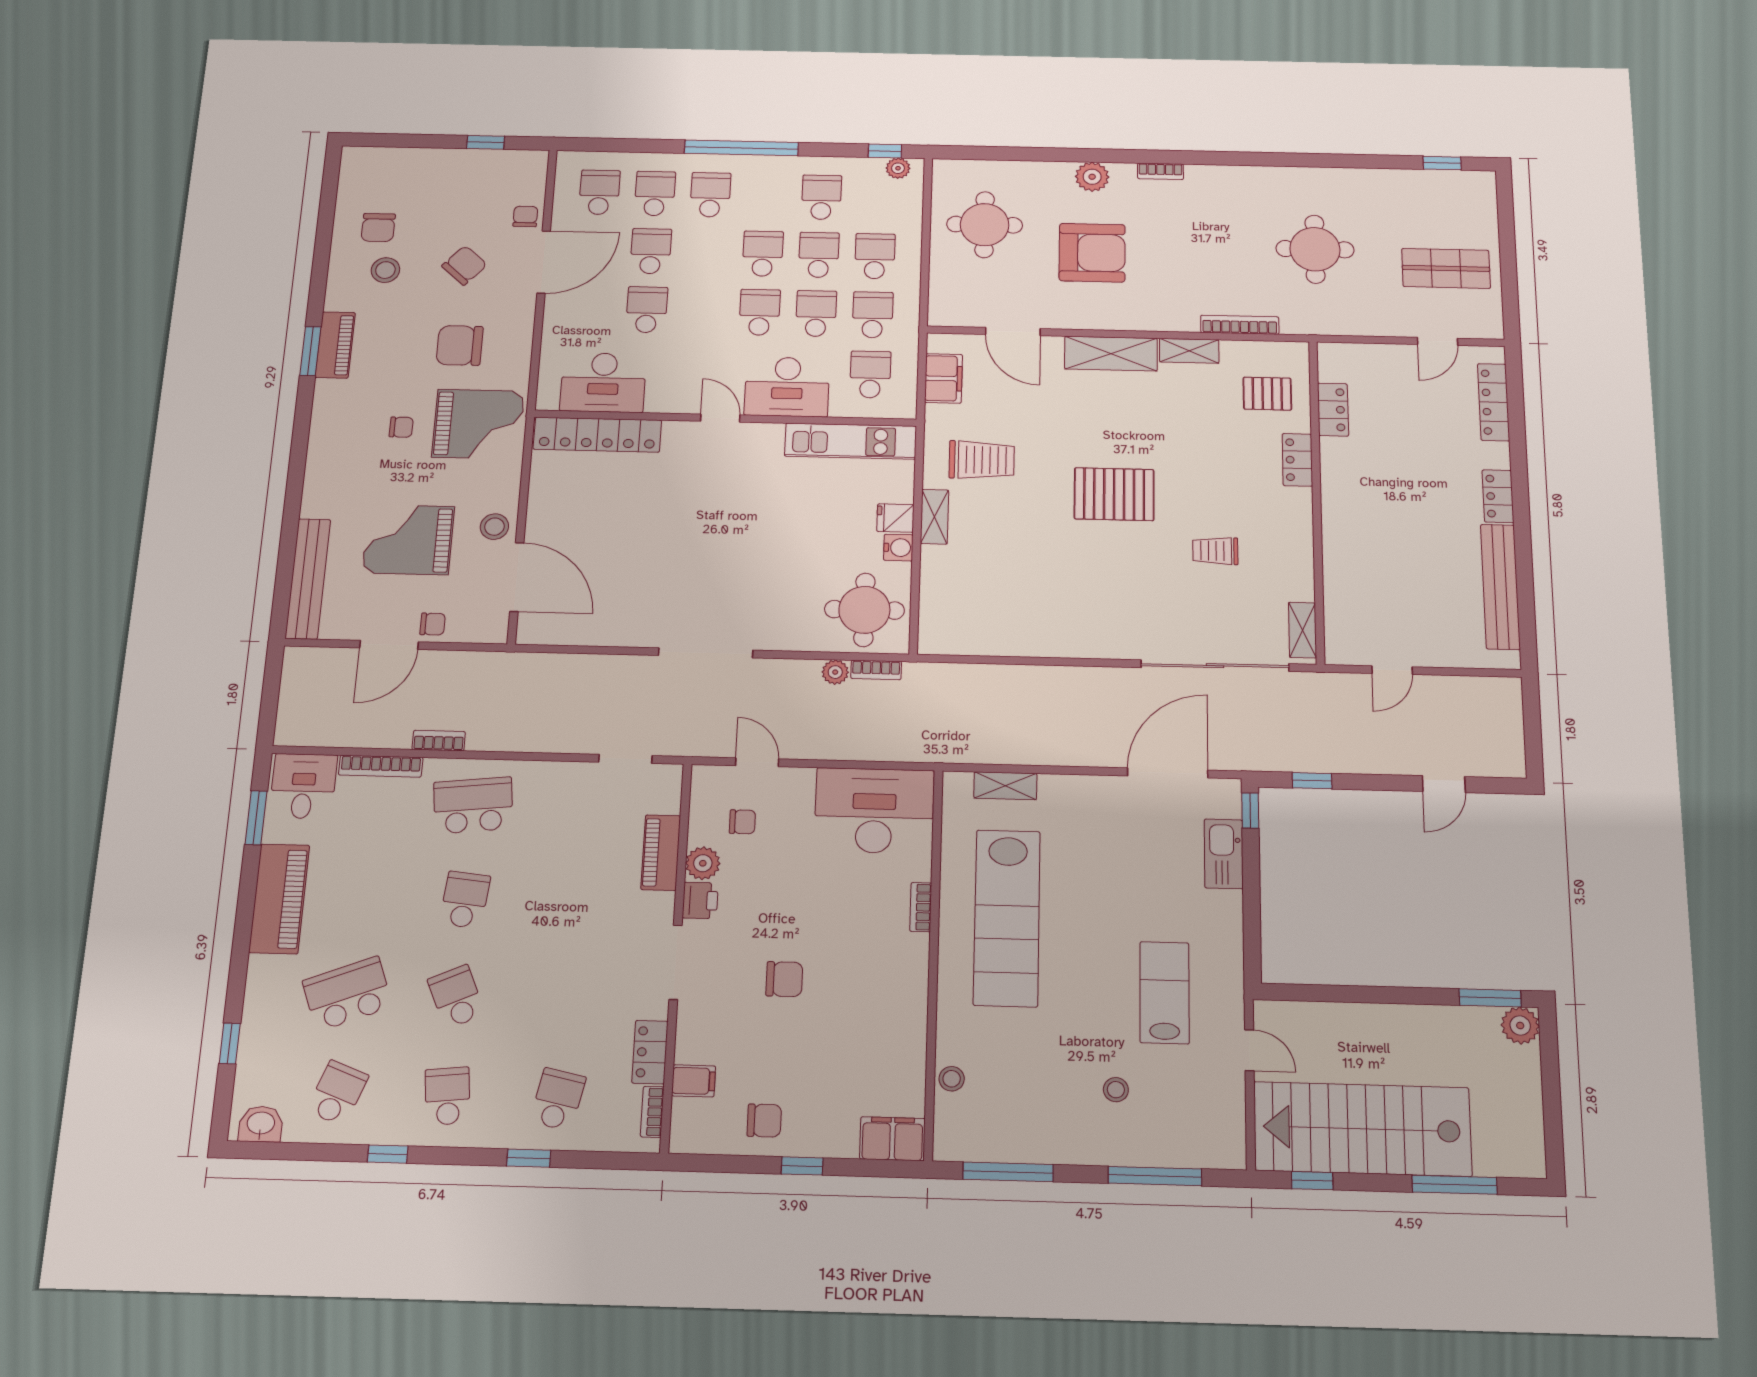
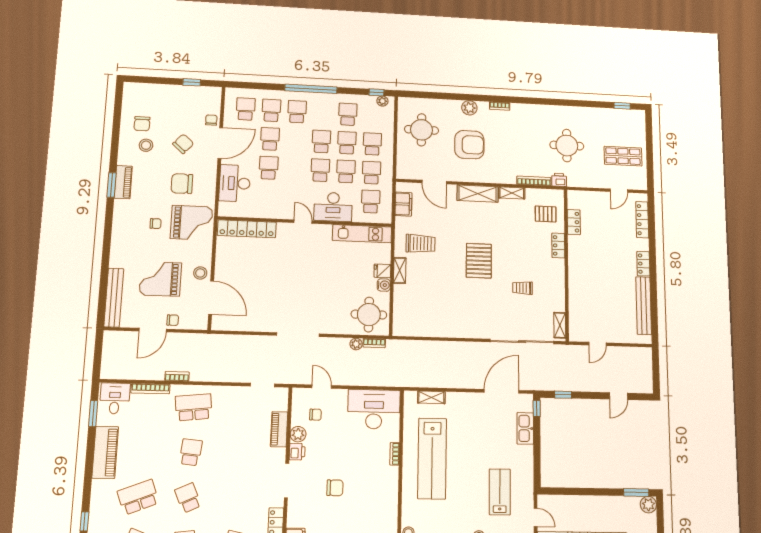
printer: (1298, 321) -> (559, 180), added
desk: (603, 382) -> (235, 183), moved, turned 90
pallet: (1114, 494) -> (479, 261), turned 90

